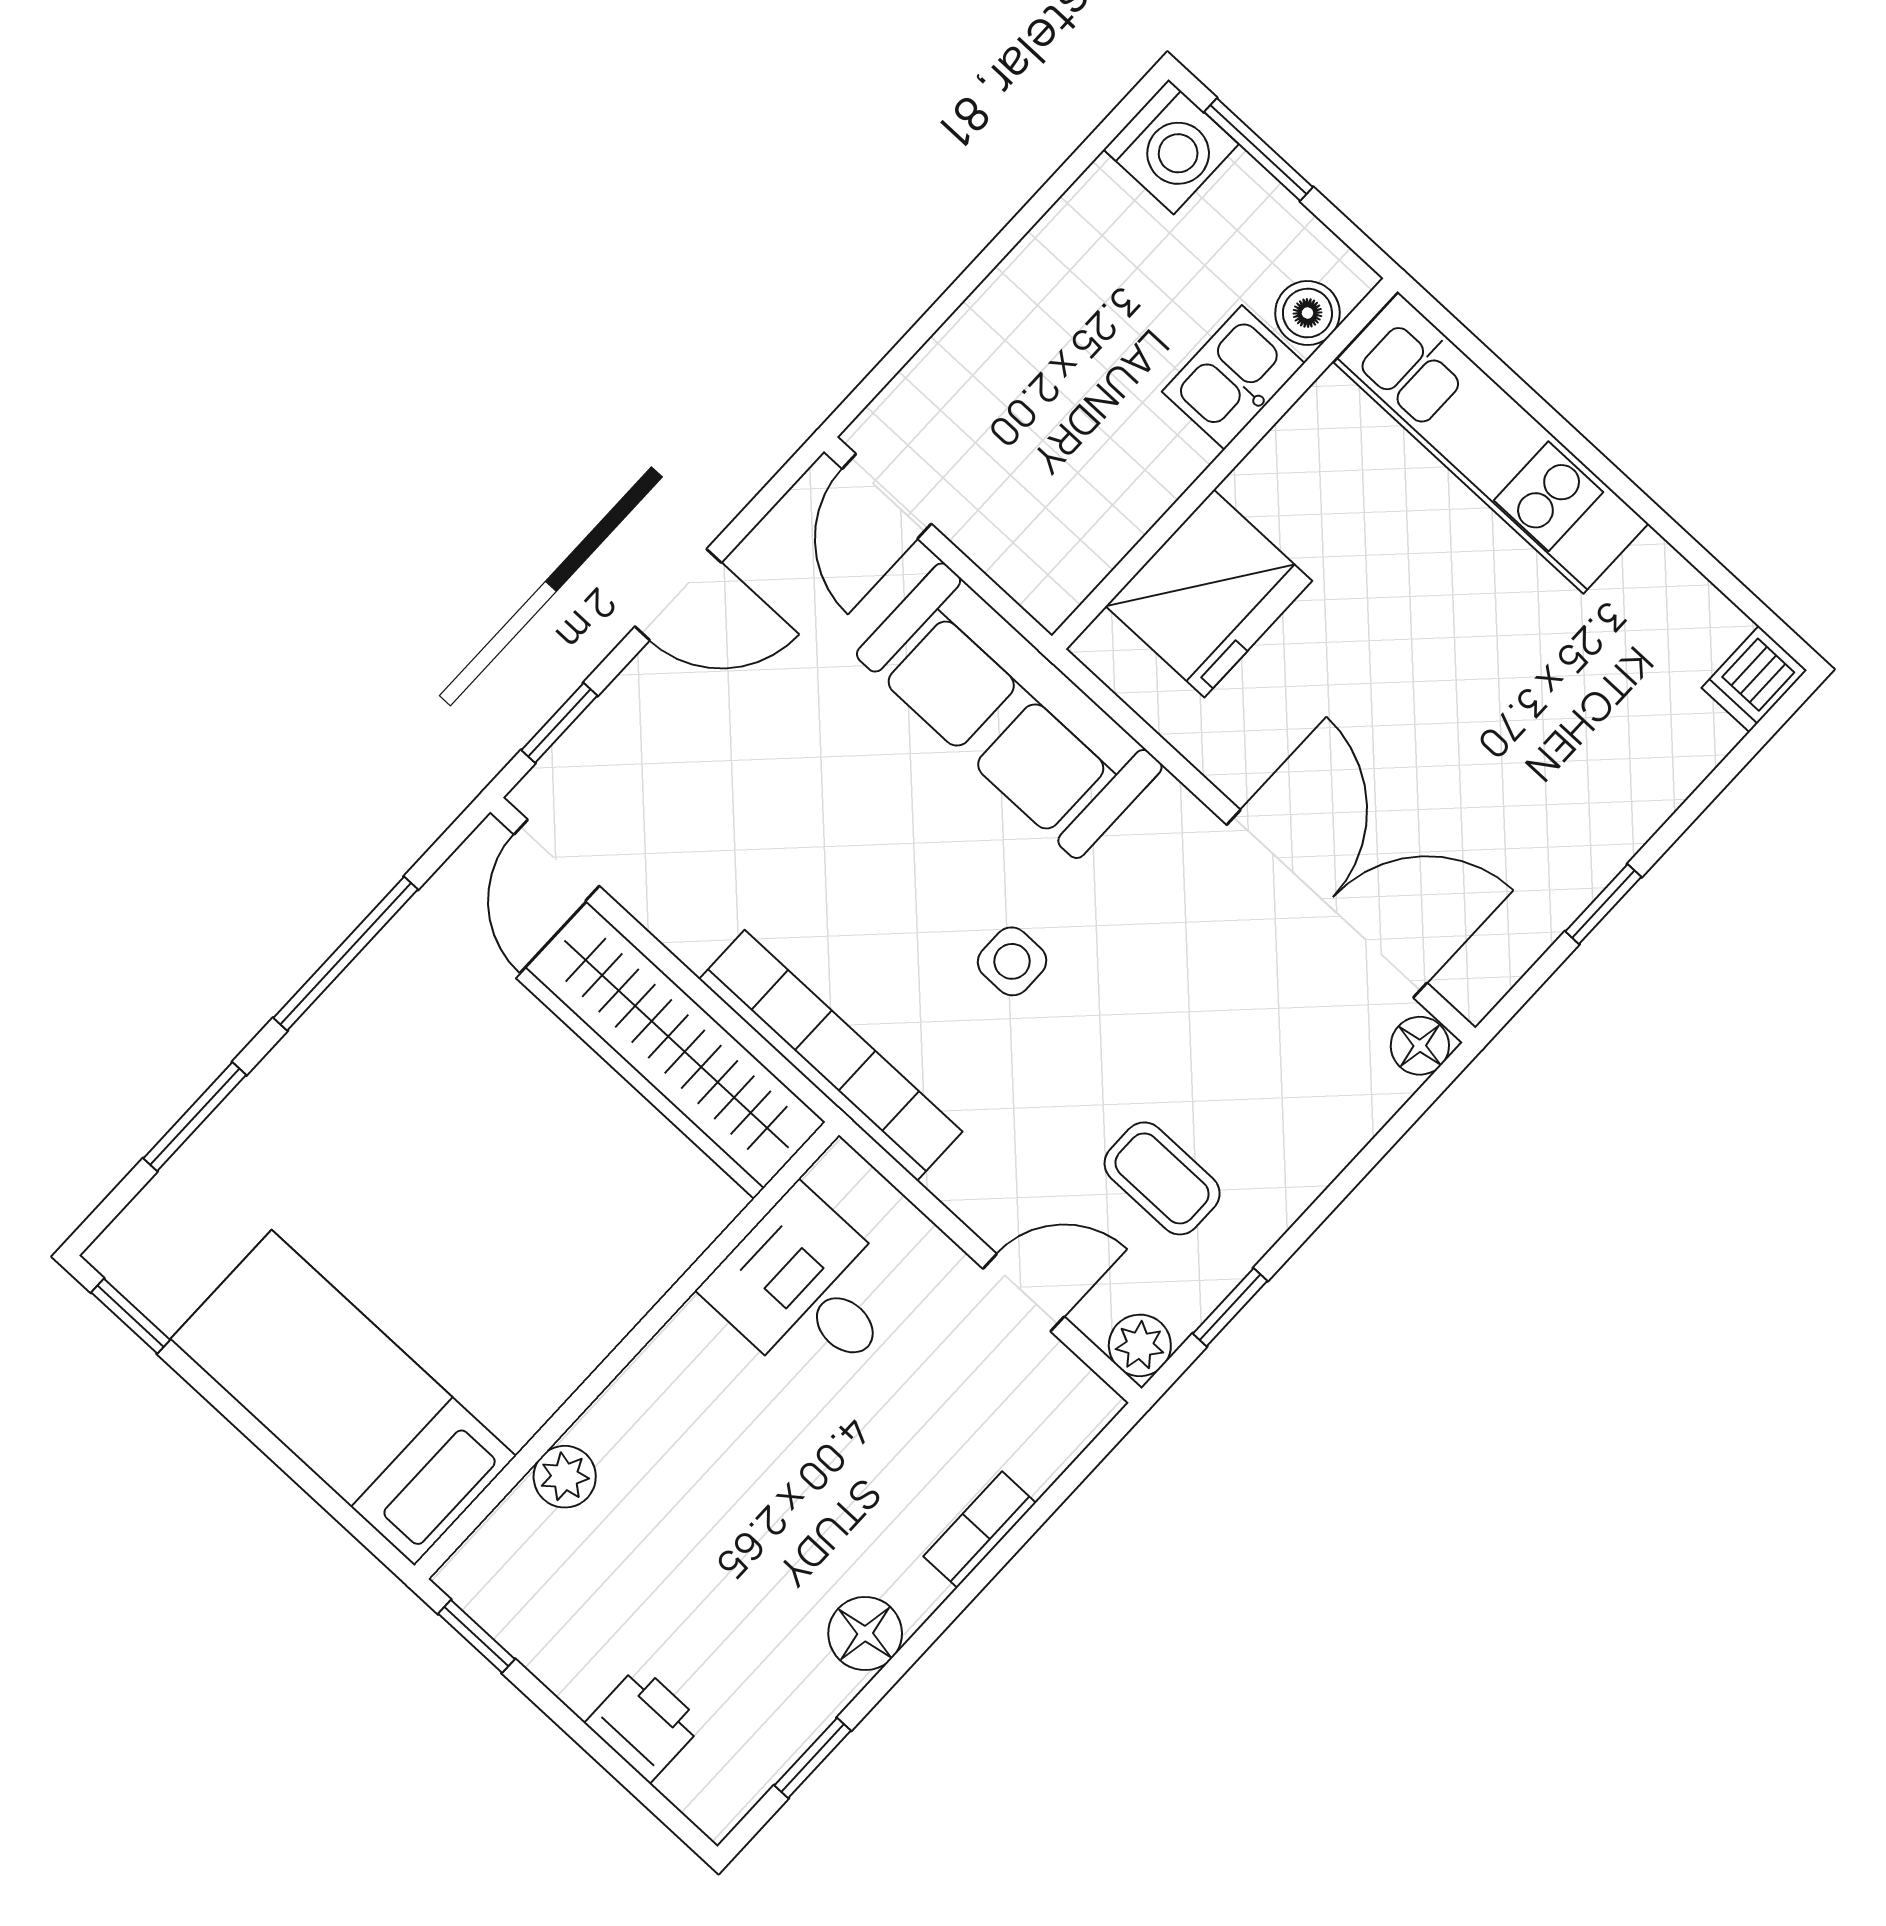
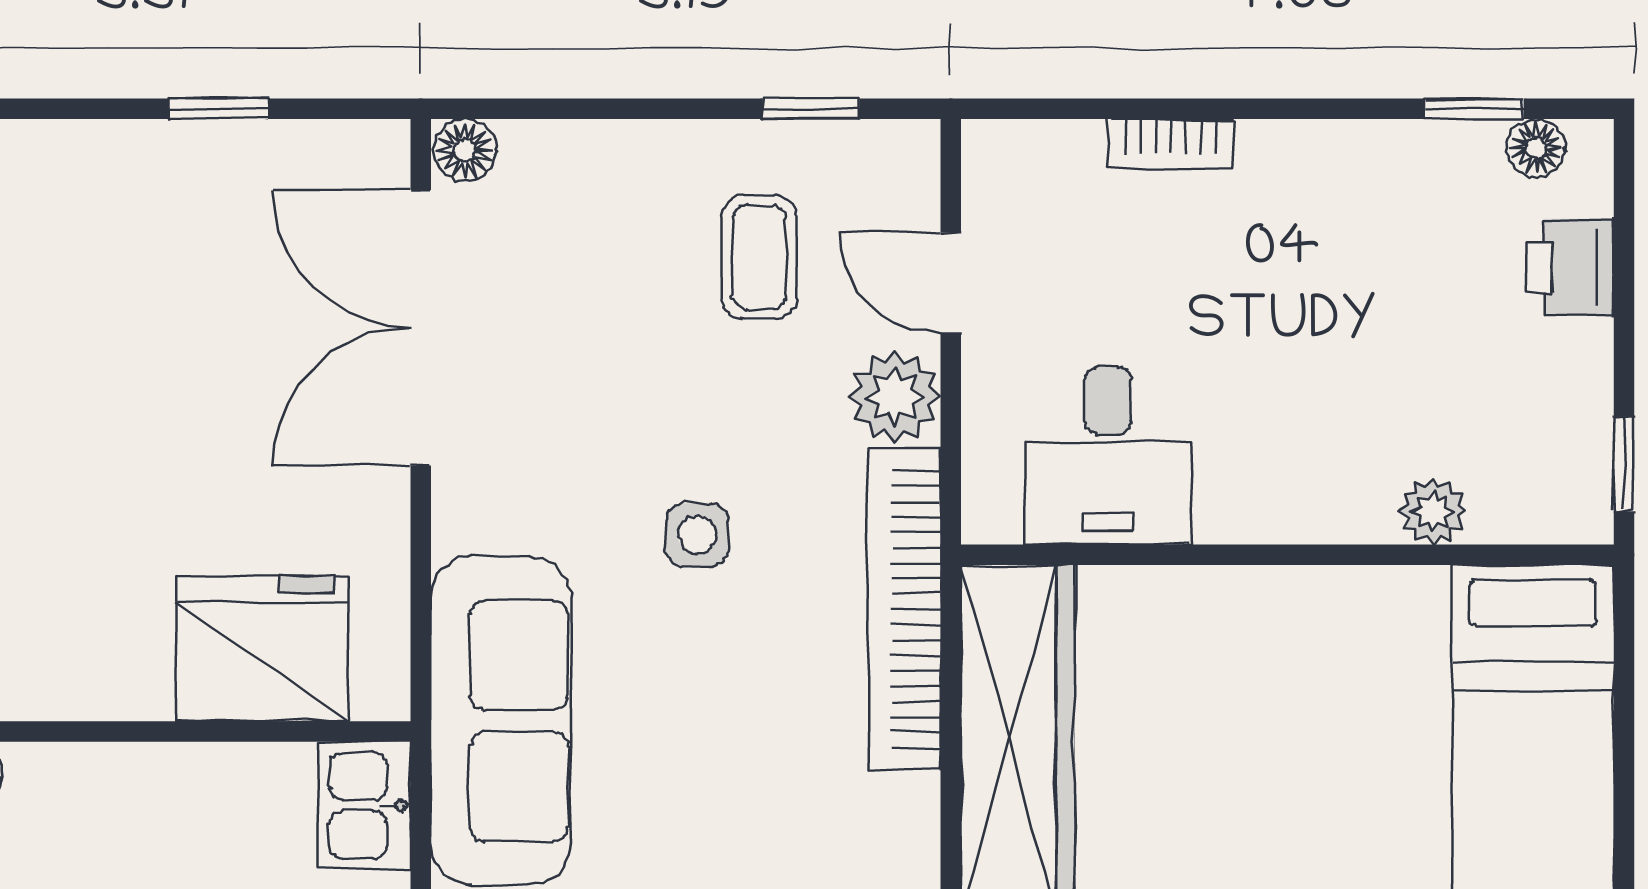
kitchen sink: (1233, 377) -> (364, 805), moved, turned 90
plant: (1140, 1345) -> (895, 397), moved, width x1.38, depth x1.38
floor lamp: (865, 1634) -> (1536, 148), moved, width x0.73, depth x0.73

